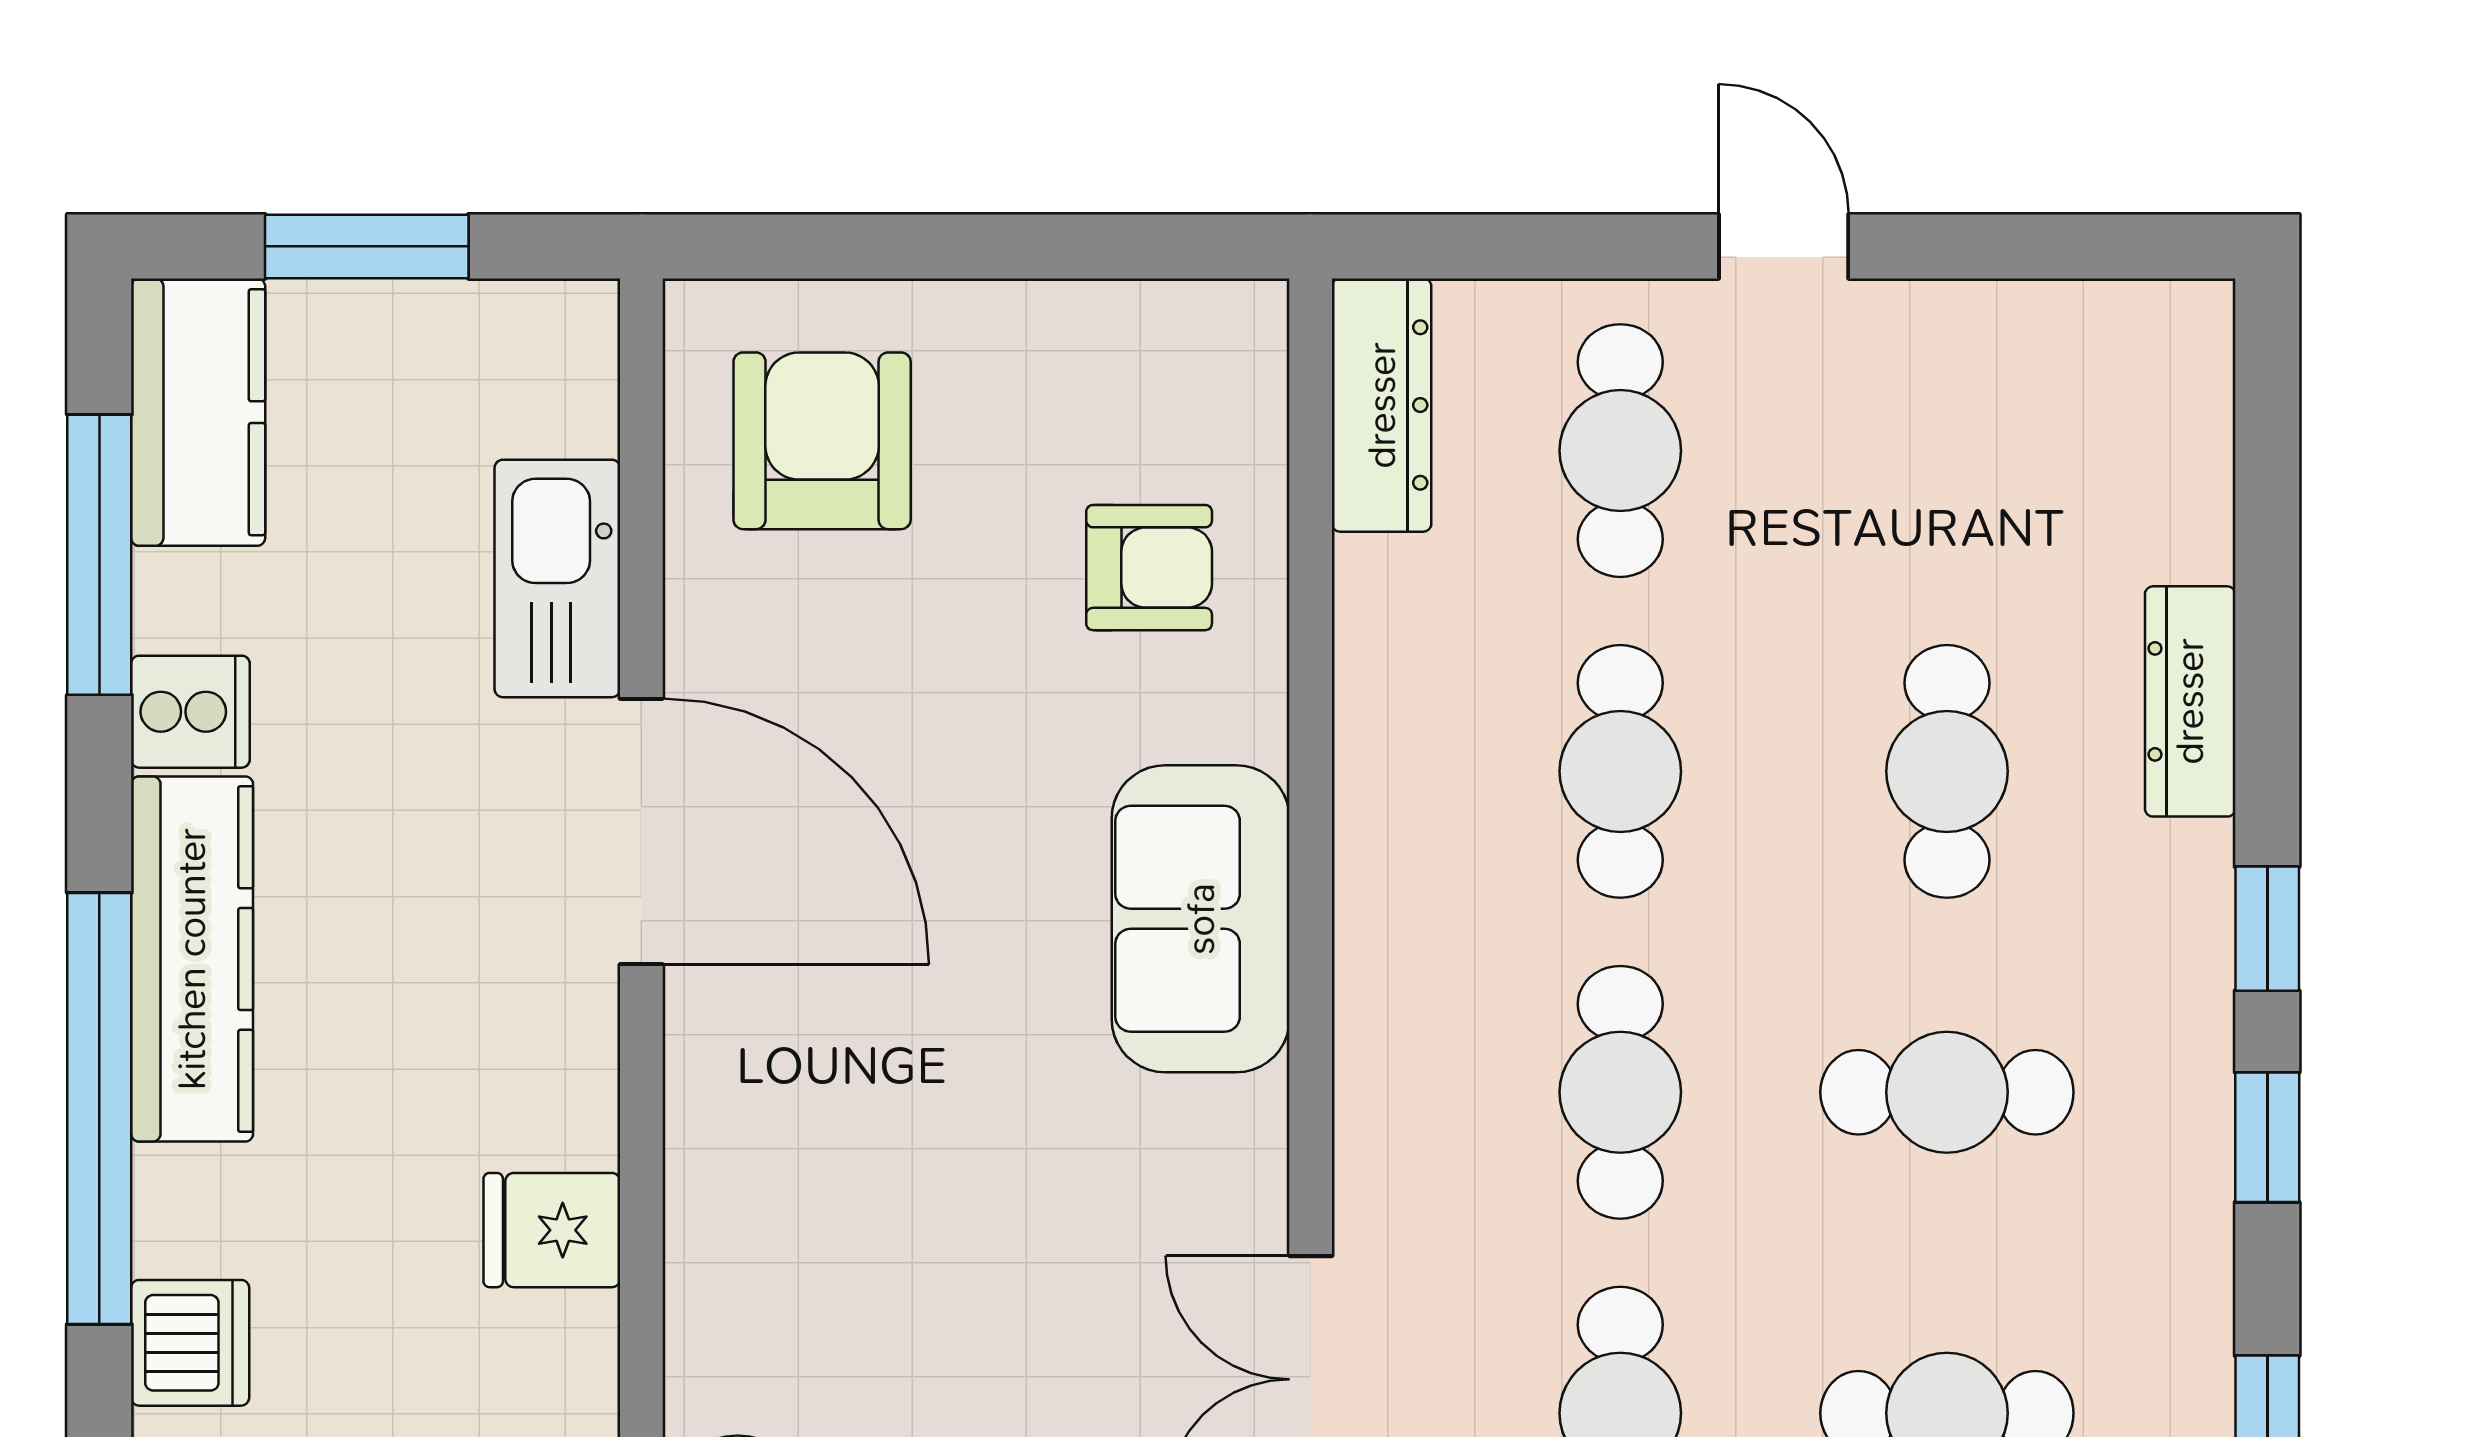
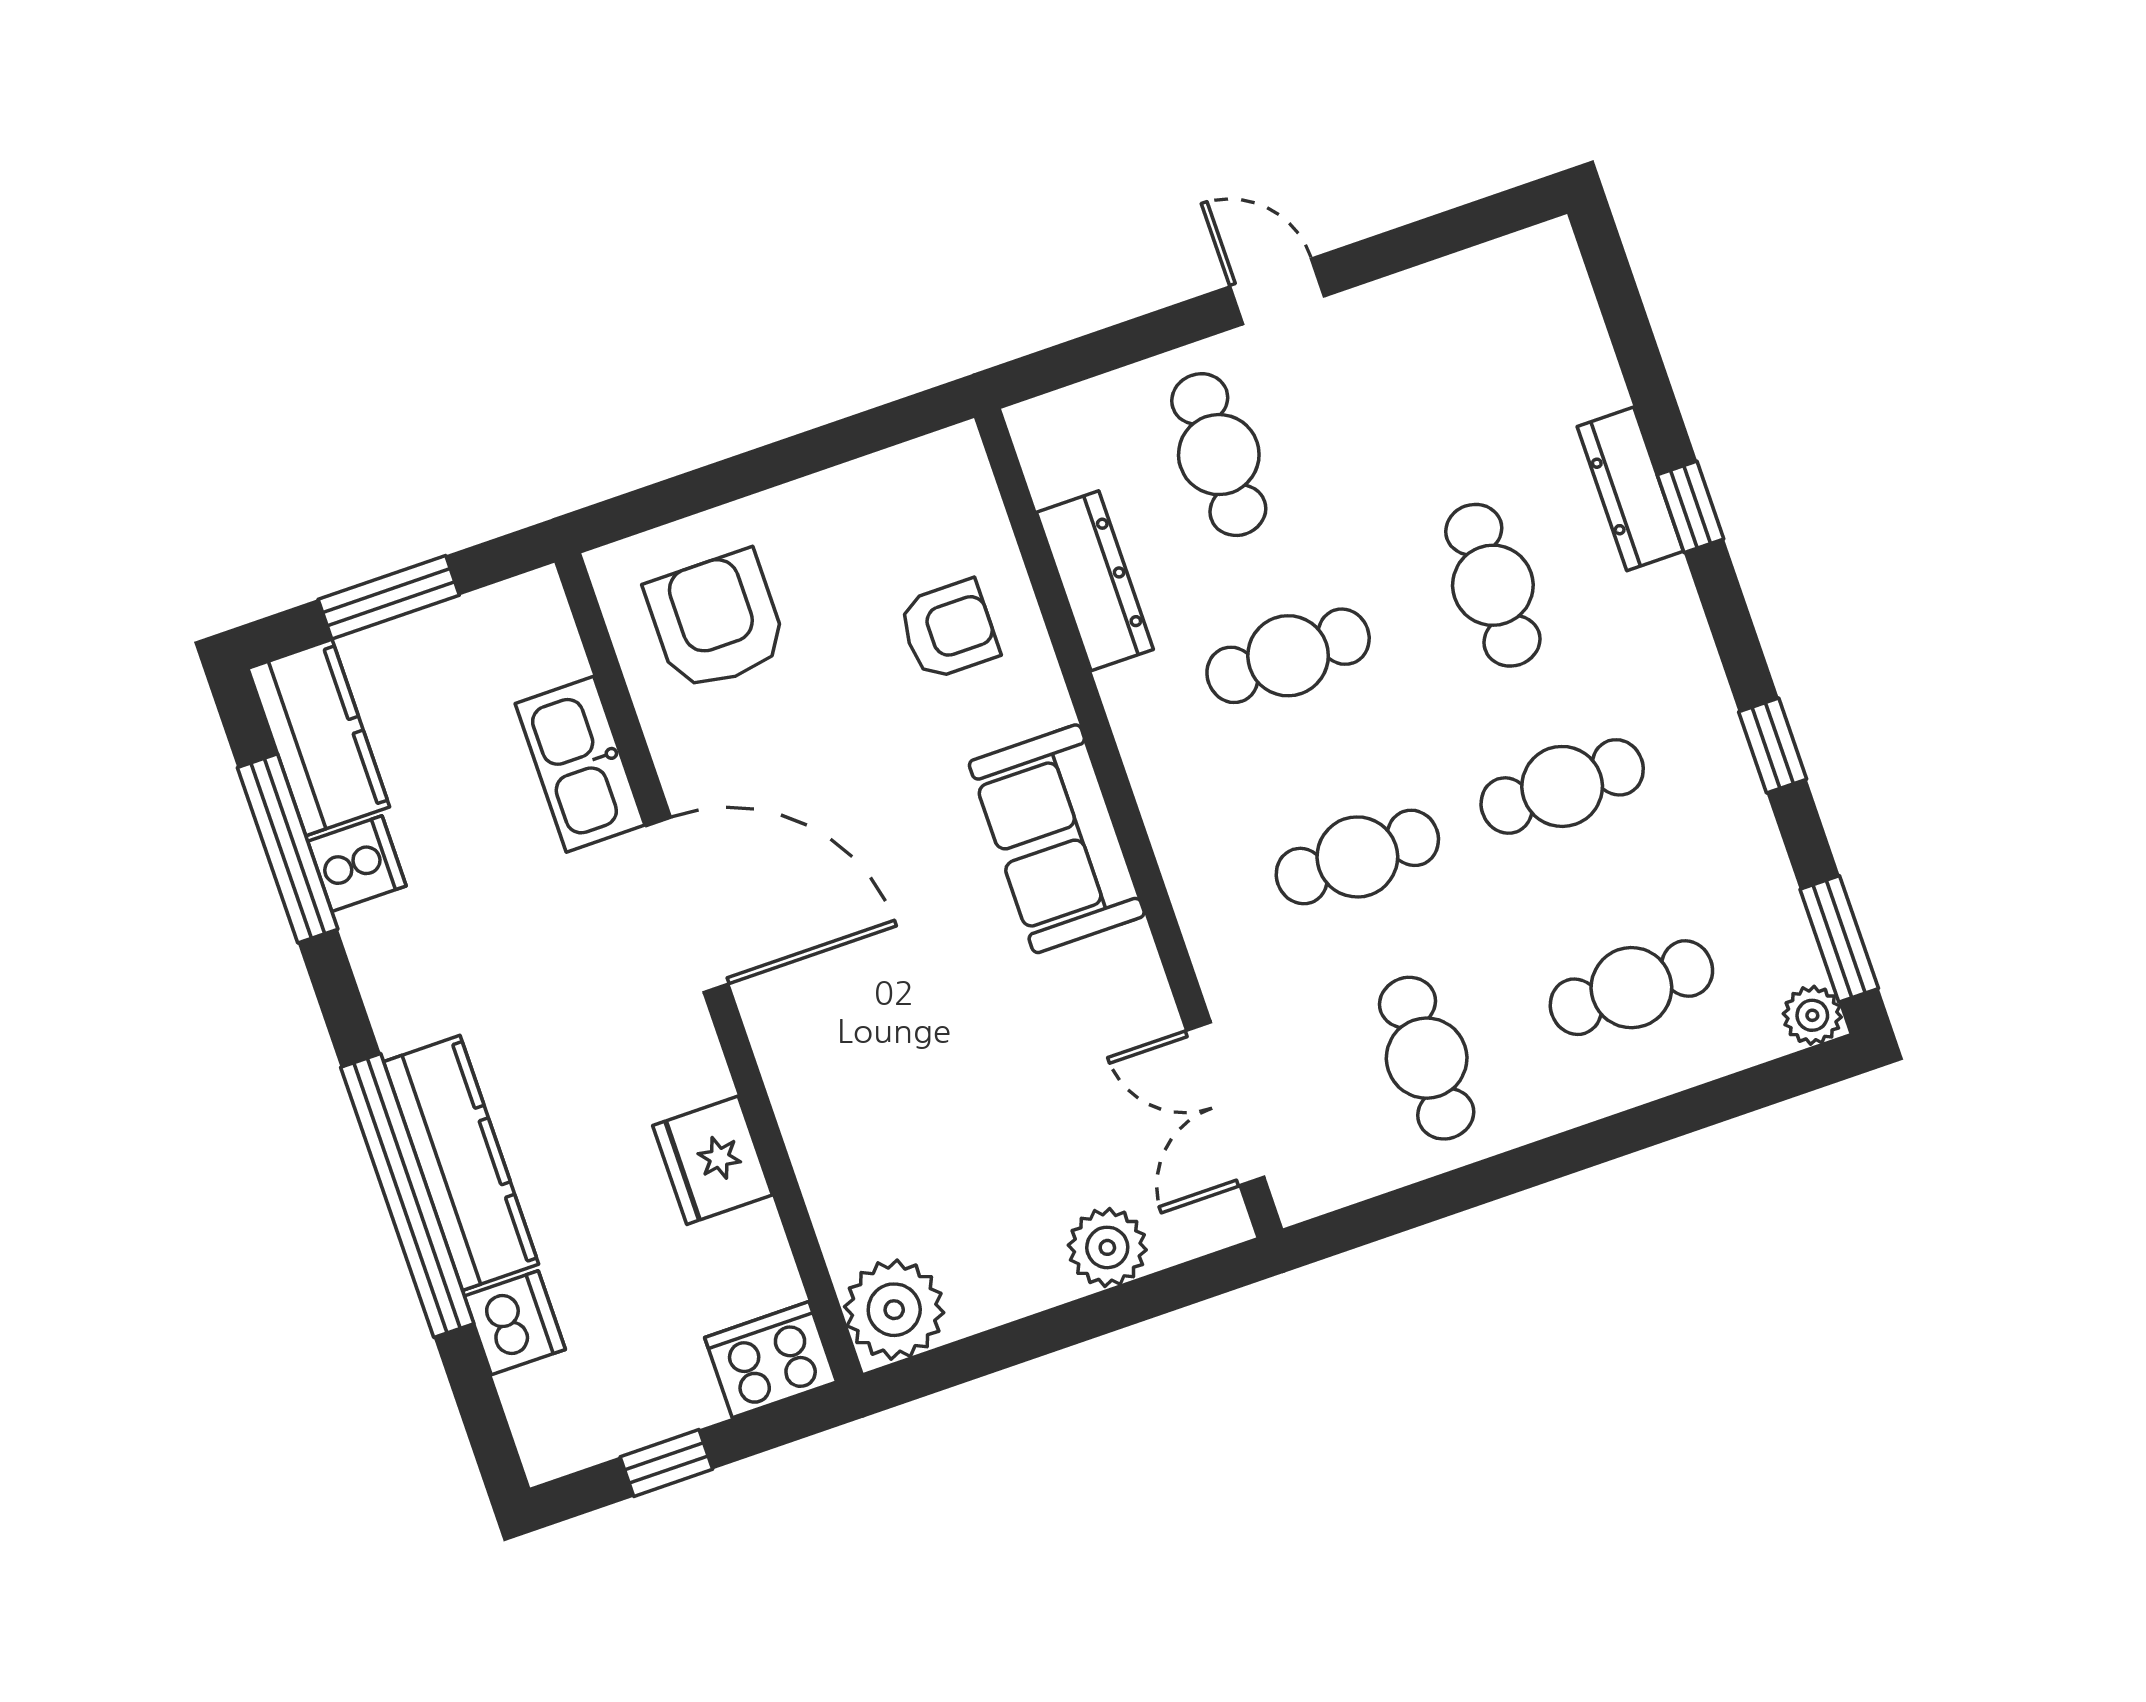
dresser: (1382, 405) -> (1095, 581), moved
cooker: (190, 712) -> (357, 864), moved
cafe table: (1620, 771) -> (1288, 656), turned 90
window: (2267, 929) -> (1690, 507), moved
kitchen counter: (192, 959) -> (461, 1163), moved
cafe table: (1620, 1092) -> (1357, 857), turned 90
fridge: (552, 1230) -> (712, 1160), width x1.38

